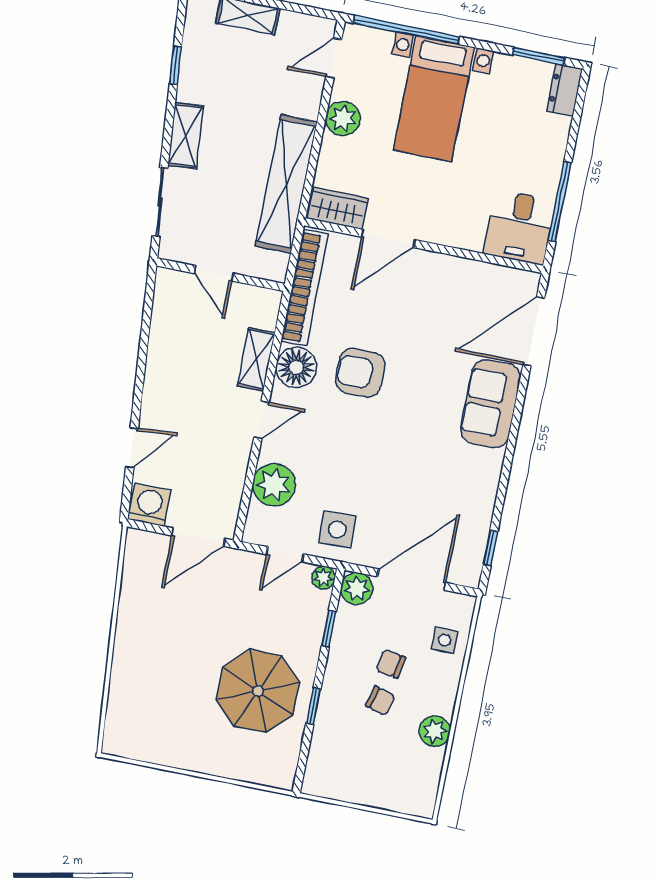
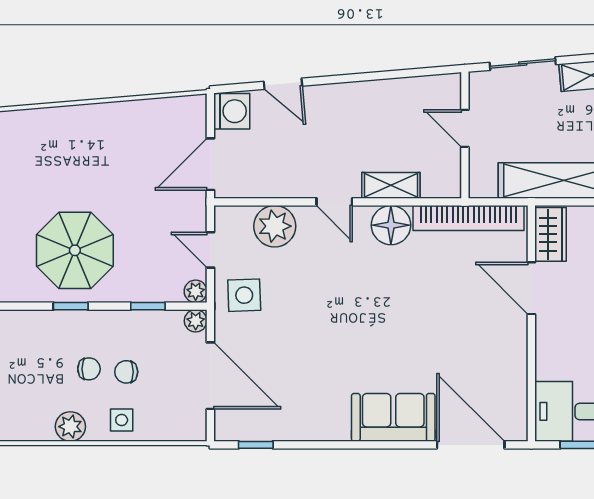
door: (214, 273) -> (465, 128), hinge flipped
armchair: (360, 373) -> (398, 287), removed
door: (199, 537) -> (210, 164), hinge flipped
plant: (357, 589) -> (196, 321), width x0.73, depth x0.73
side table: (444, 640) -> (122, 420), moved
chair: (391, 664) -> (126, 372), turned -100
chair: (380, 701) -> (89, 369), turned -105

